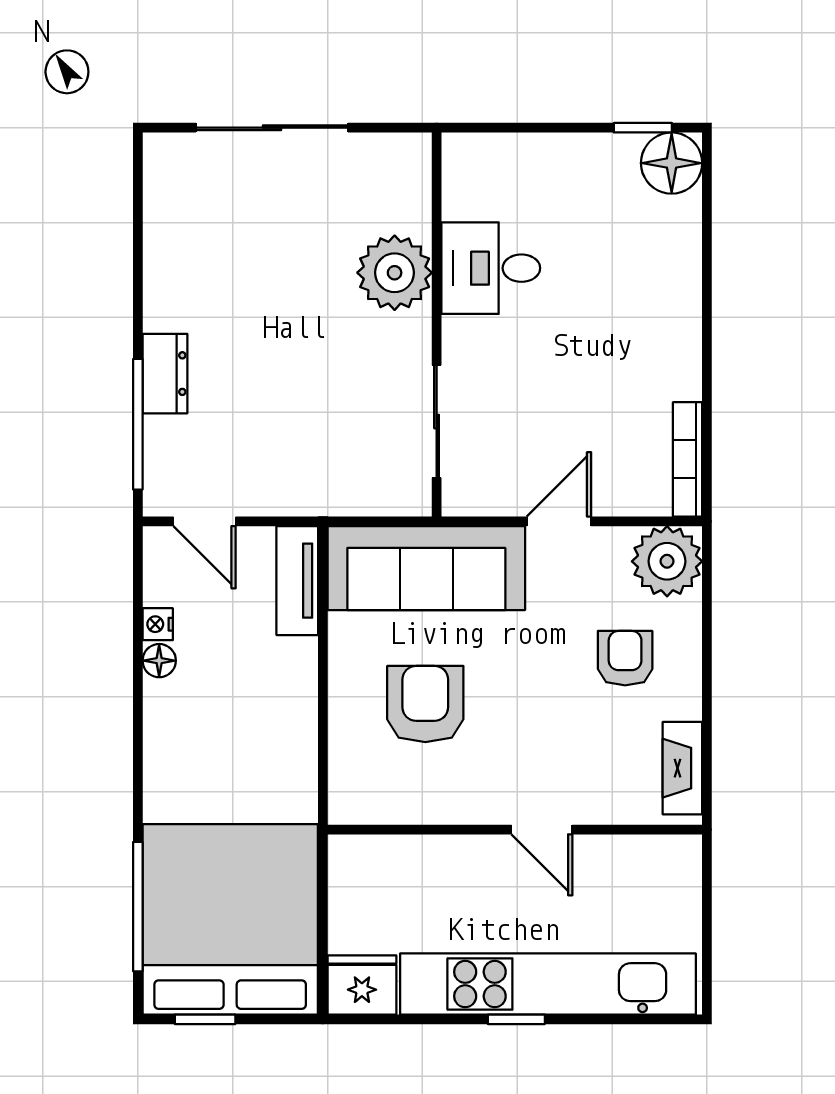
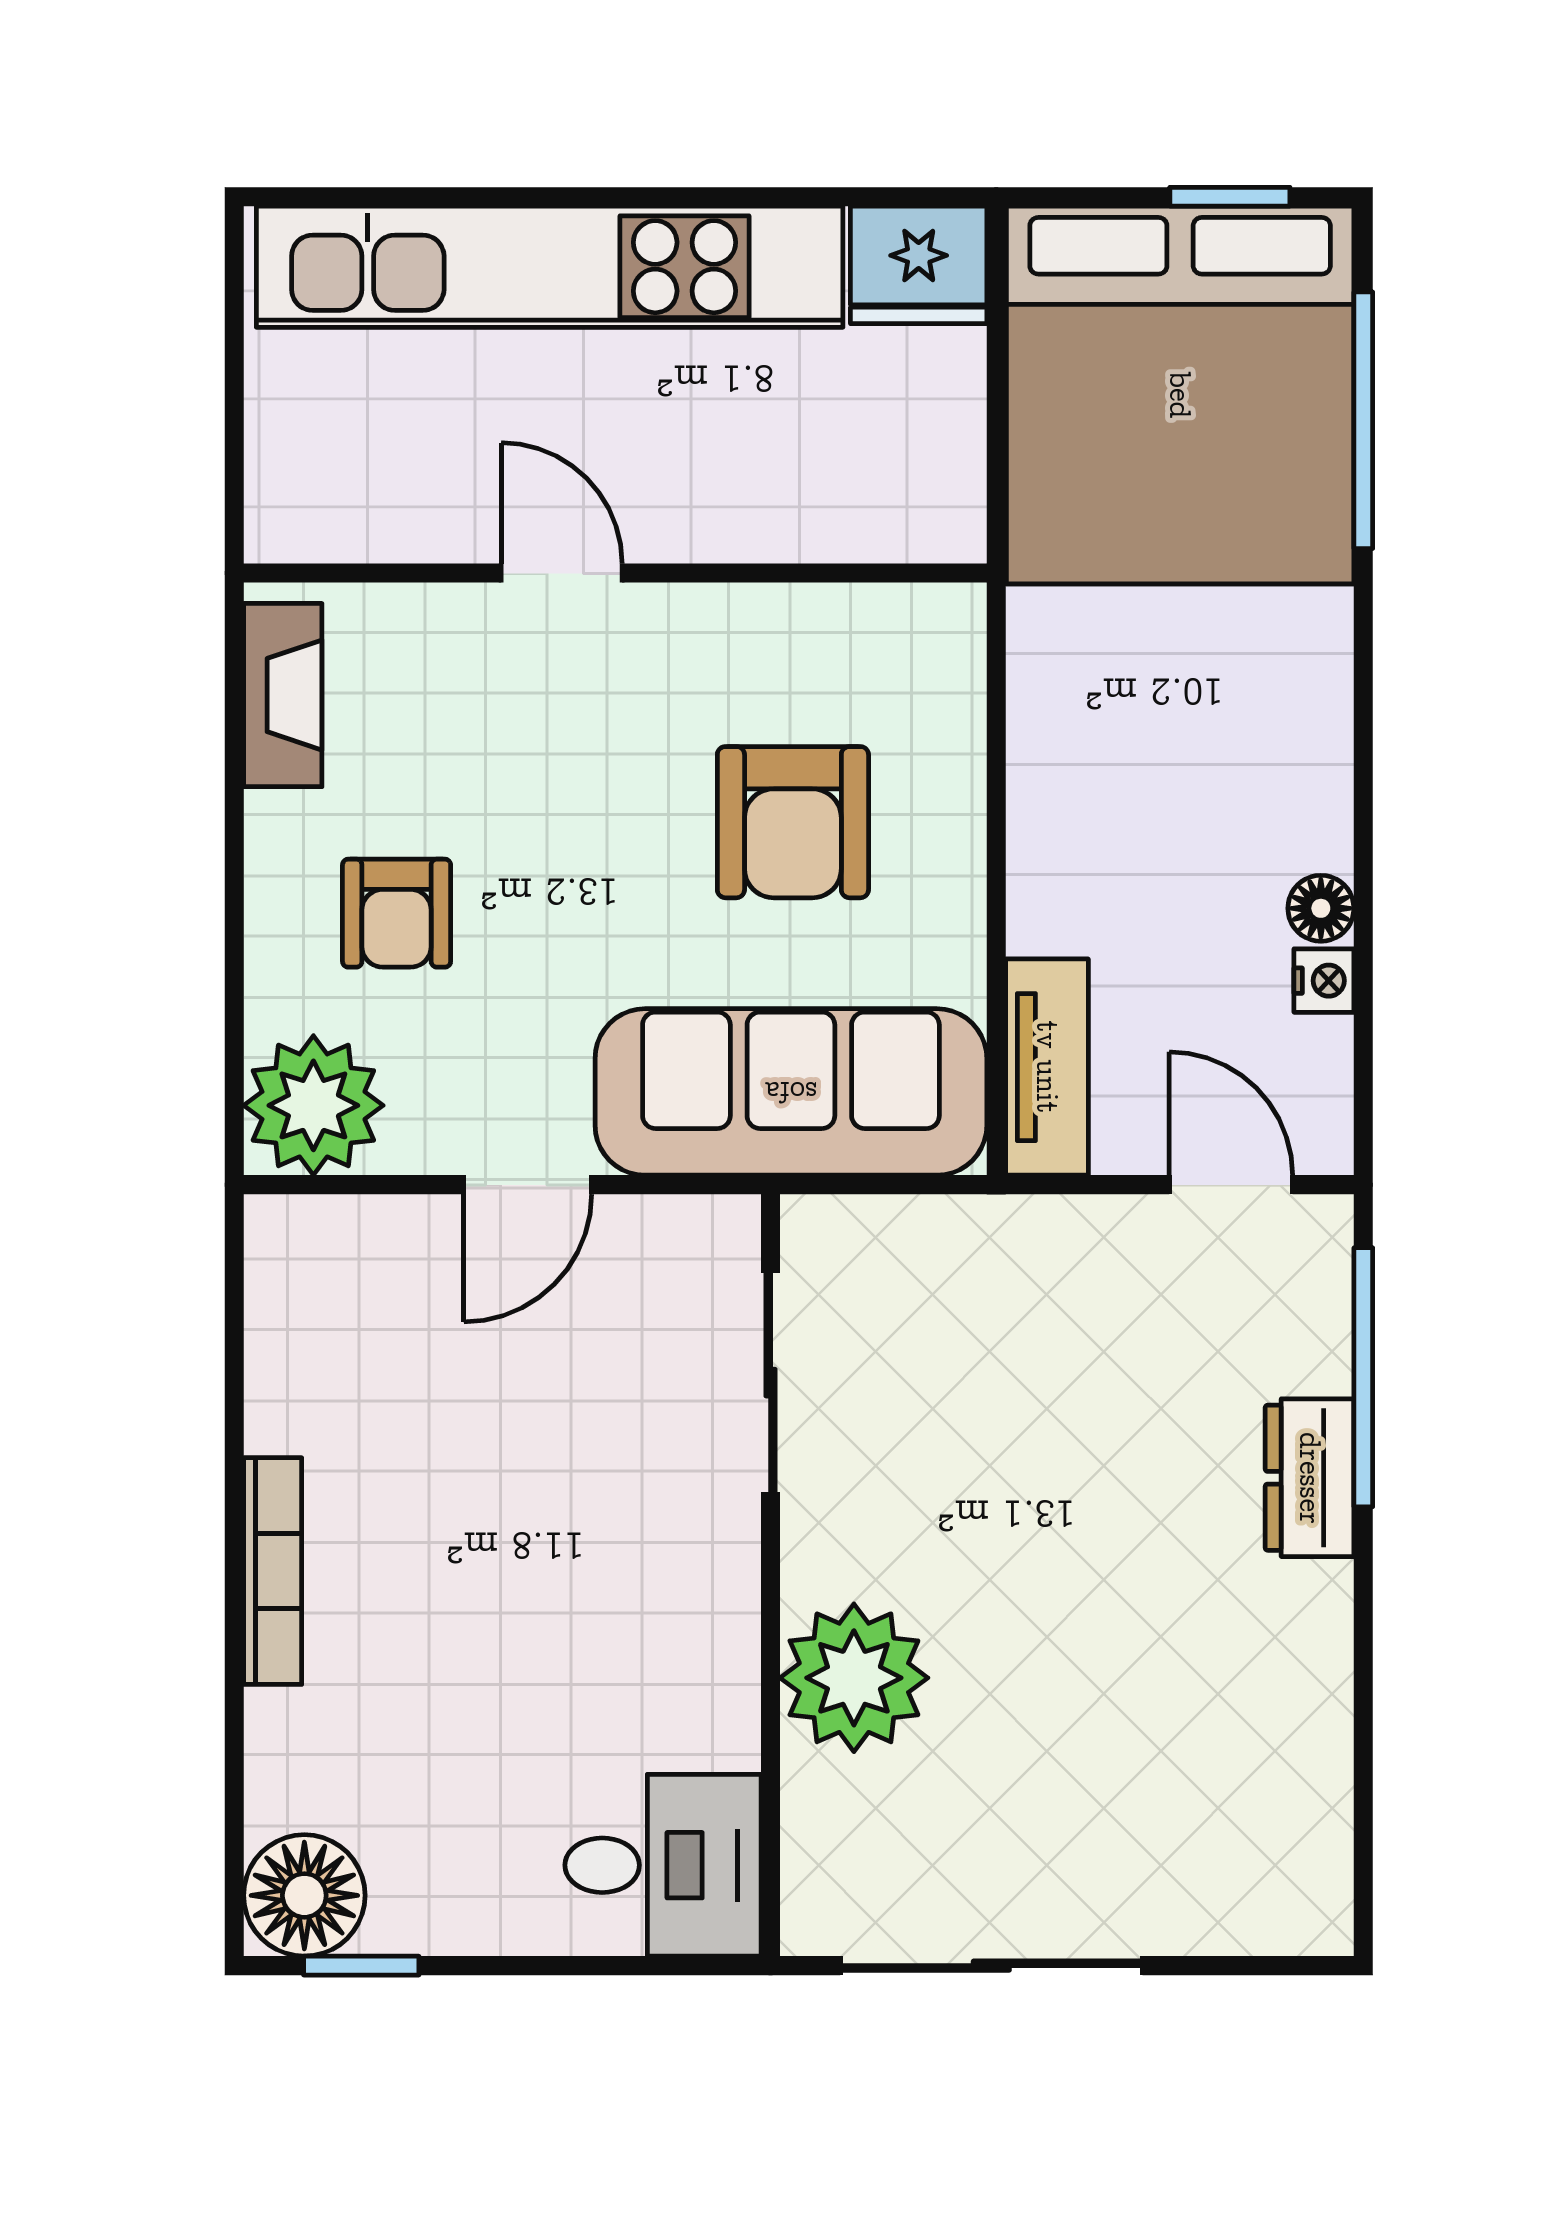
sliding door: (272, 128) -> (991, 1966), moved
desk: (491, 268) -> (663, 1865), moved
bookcase: (688, 459) -> (273, 1571), moved
window: (516, 1019) -> (612, 197), removed

